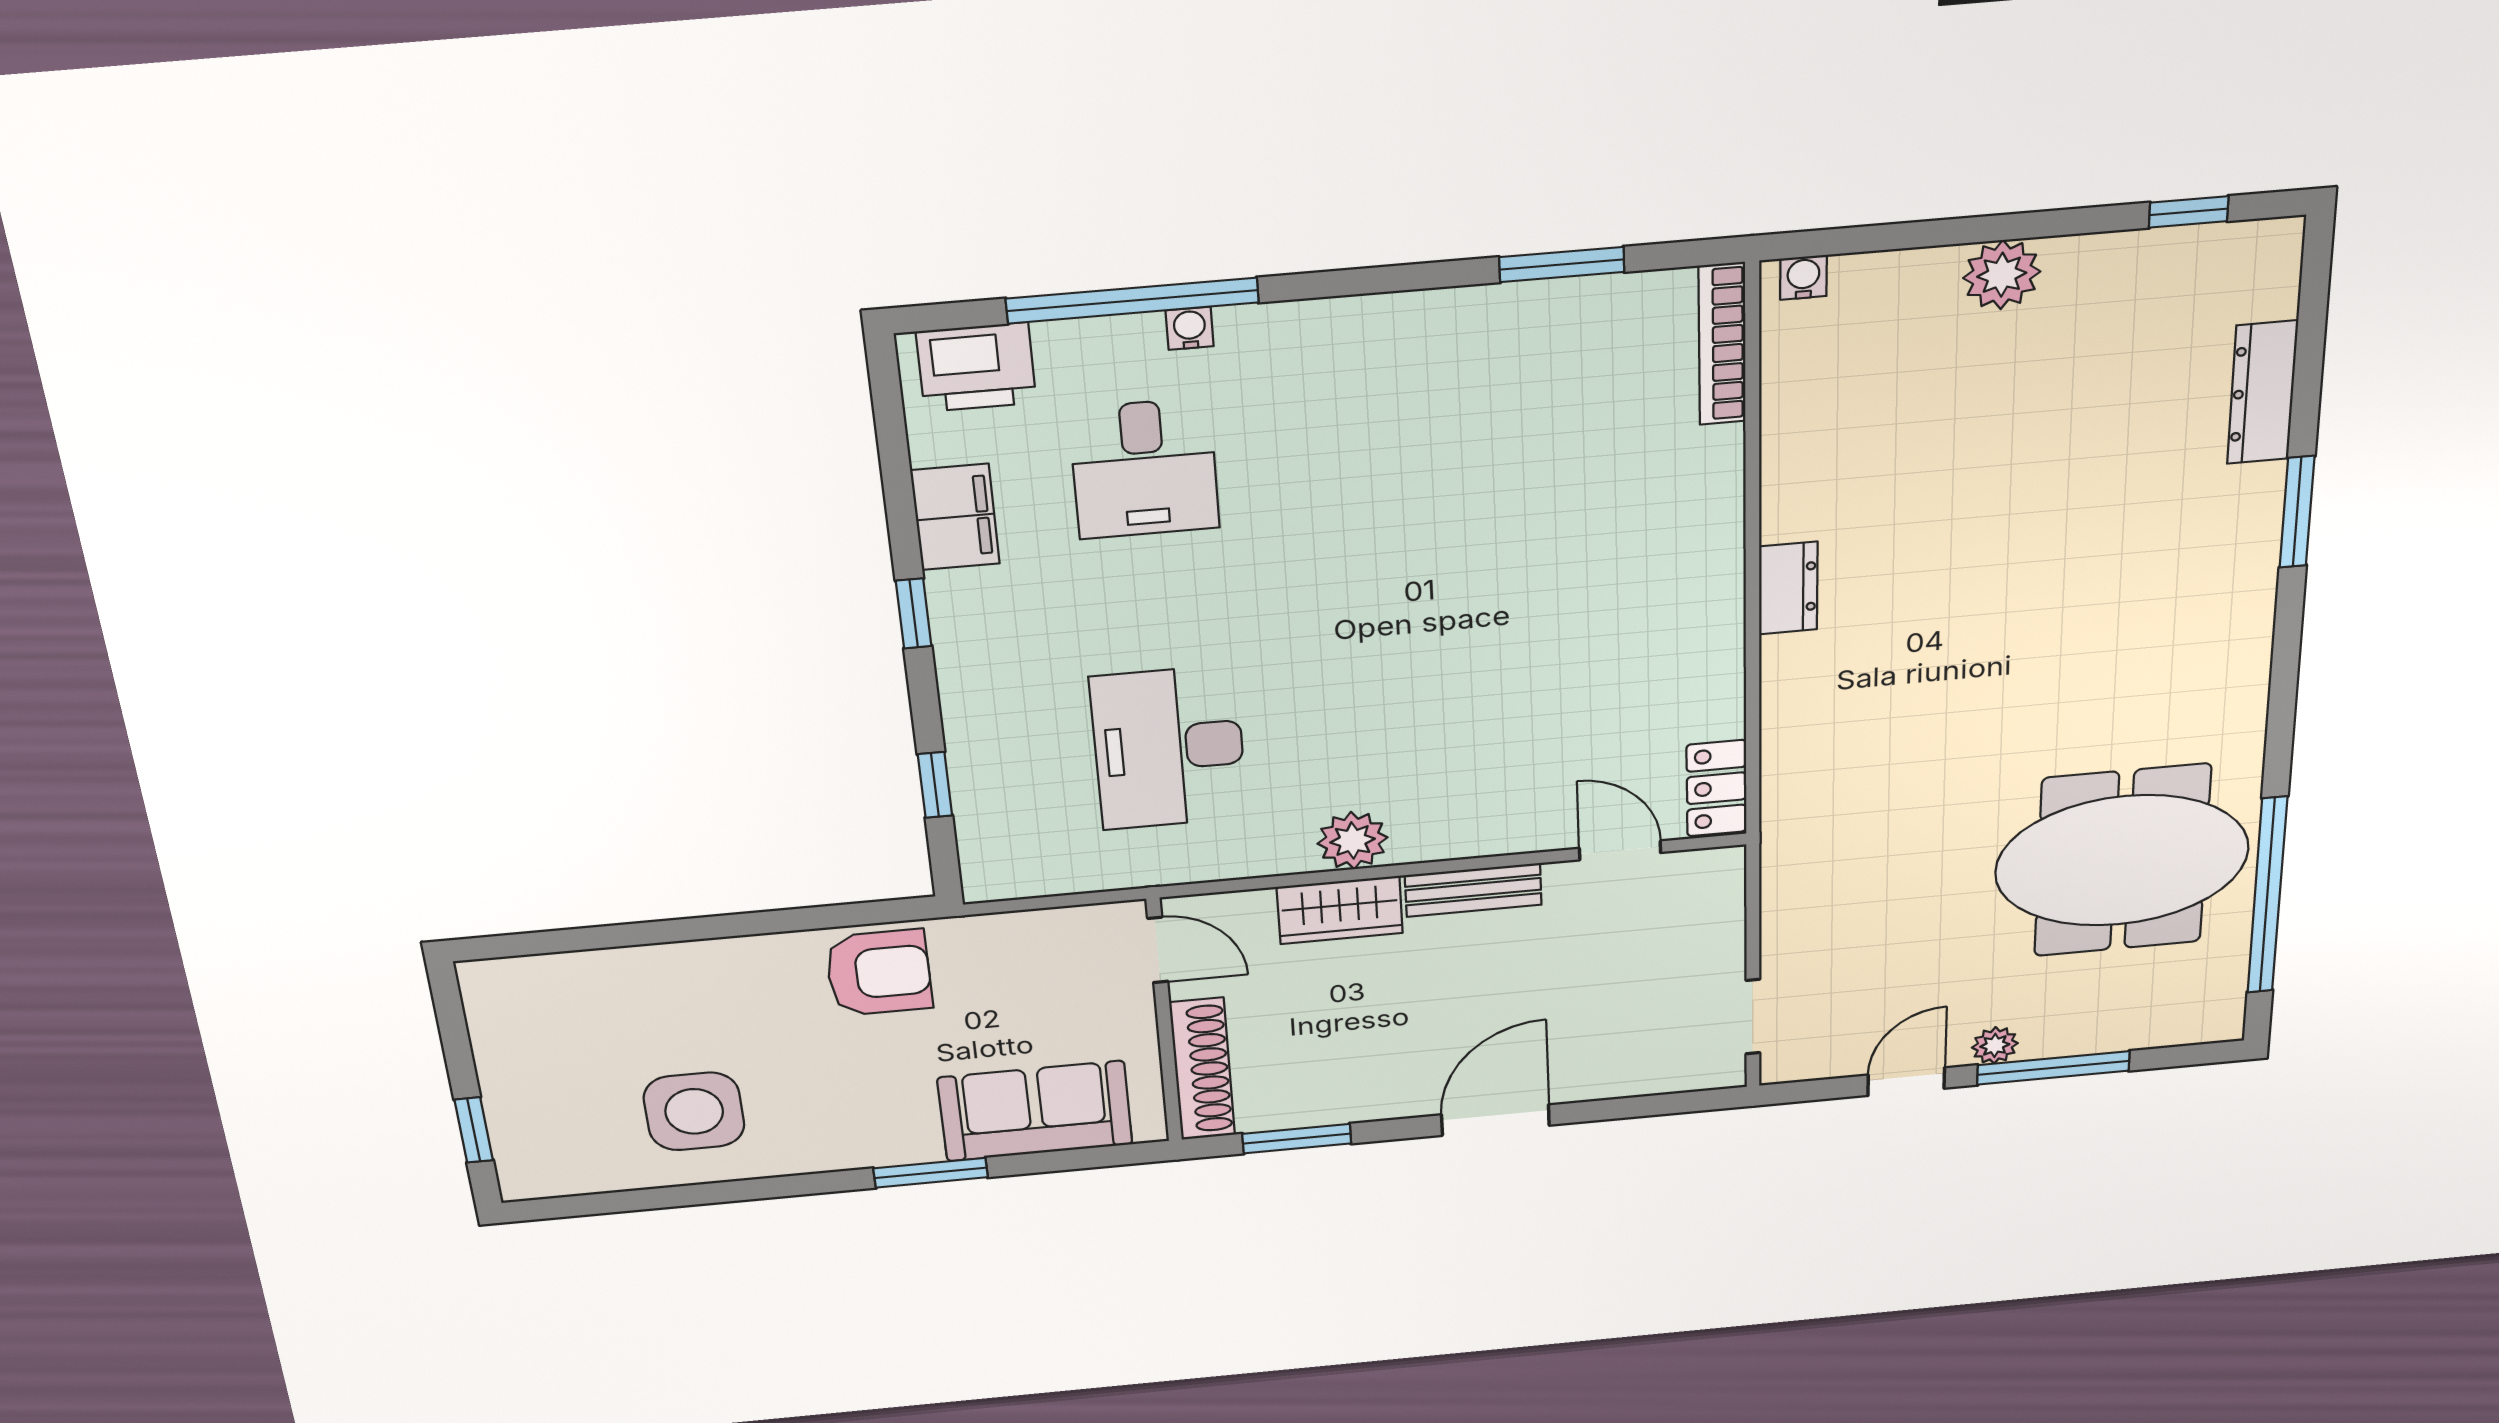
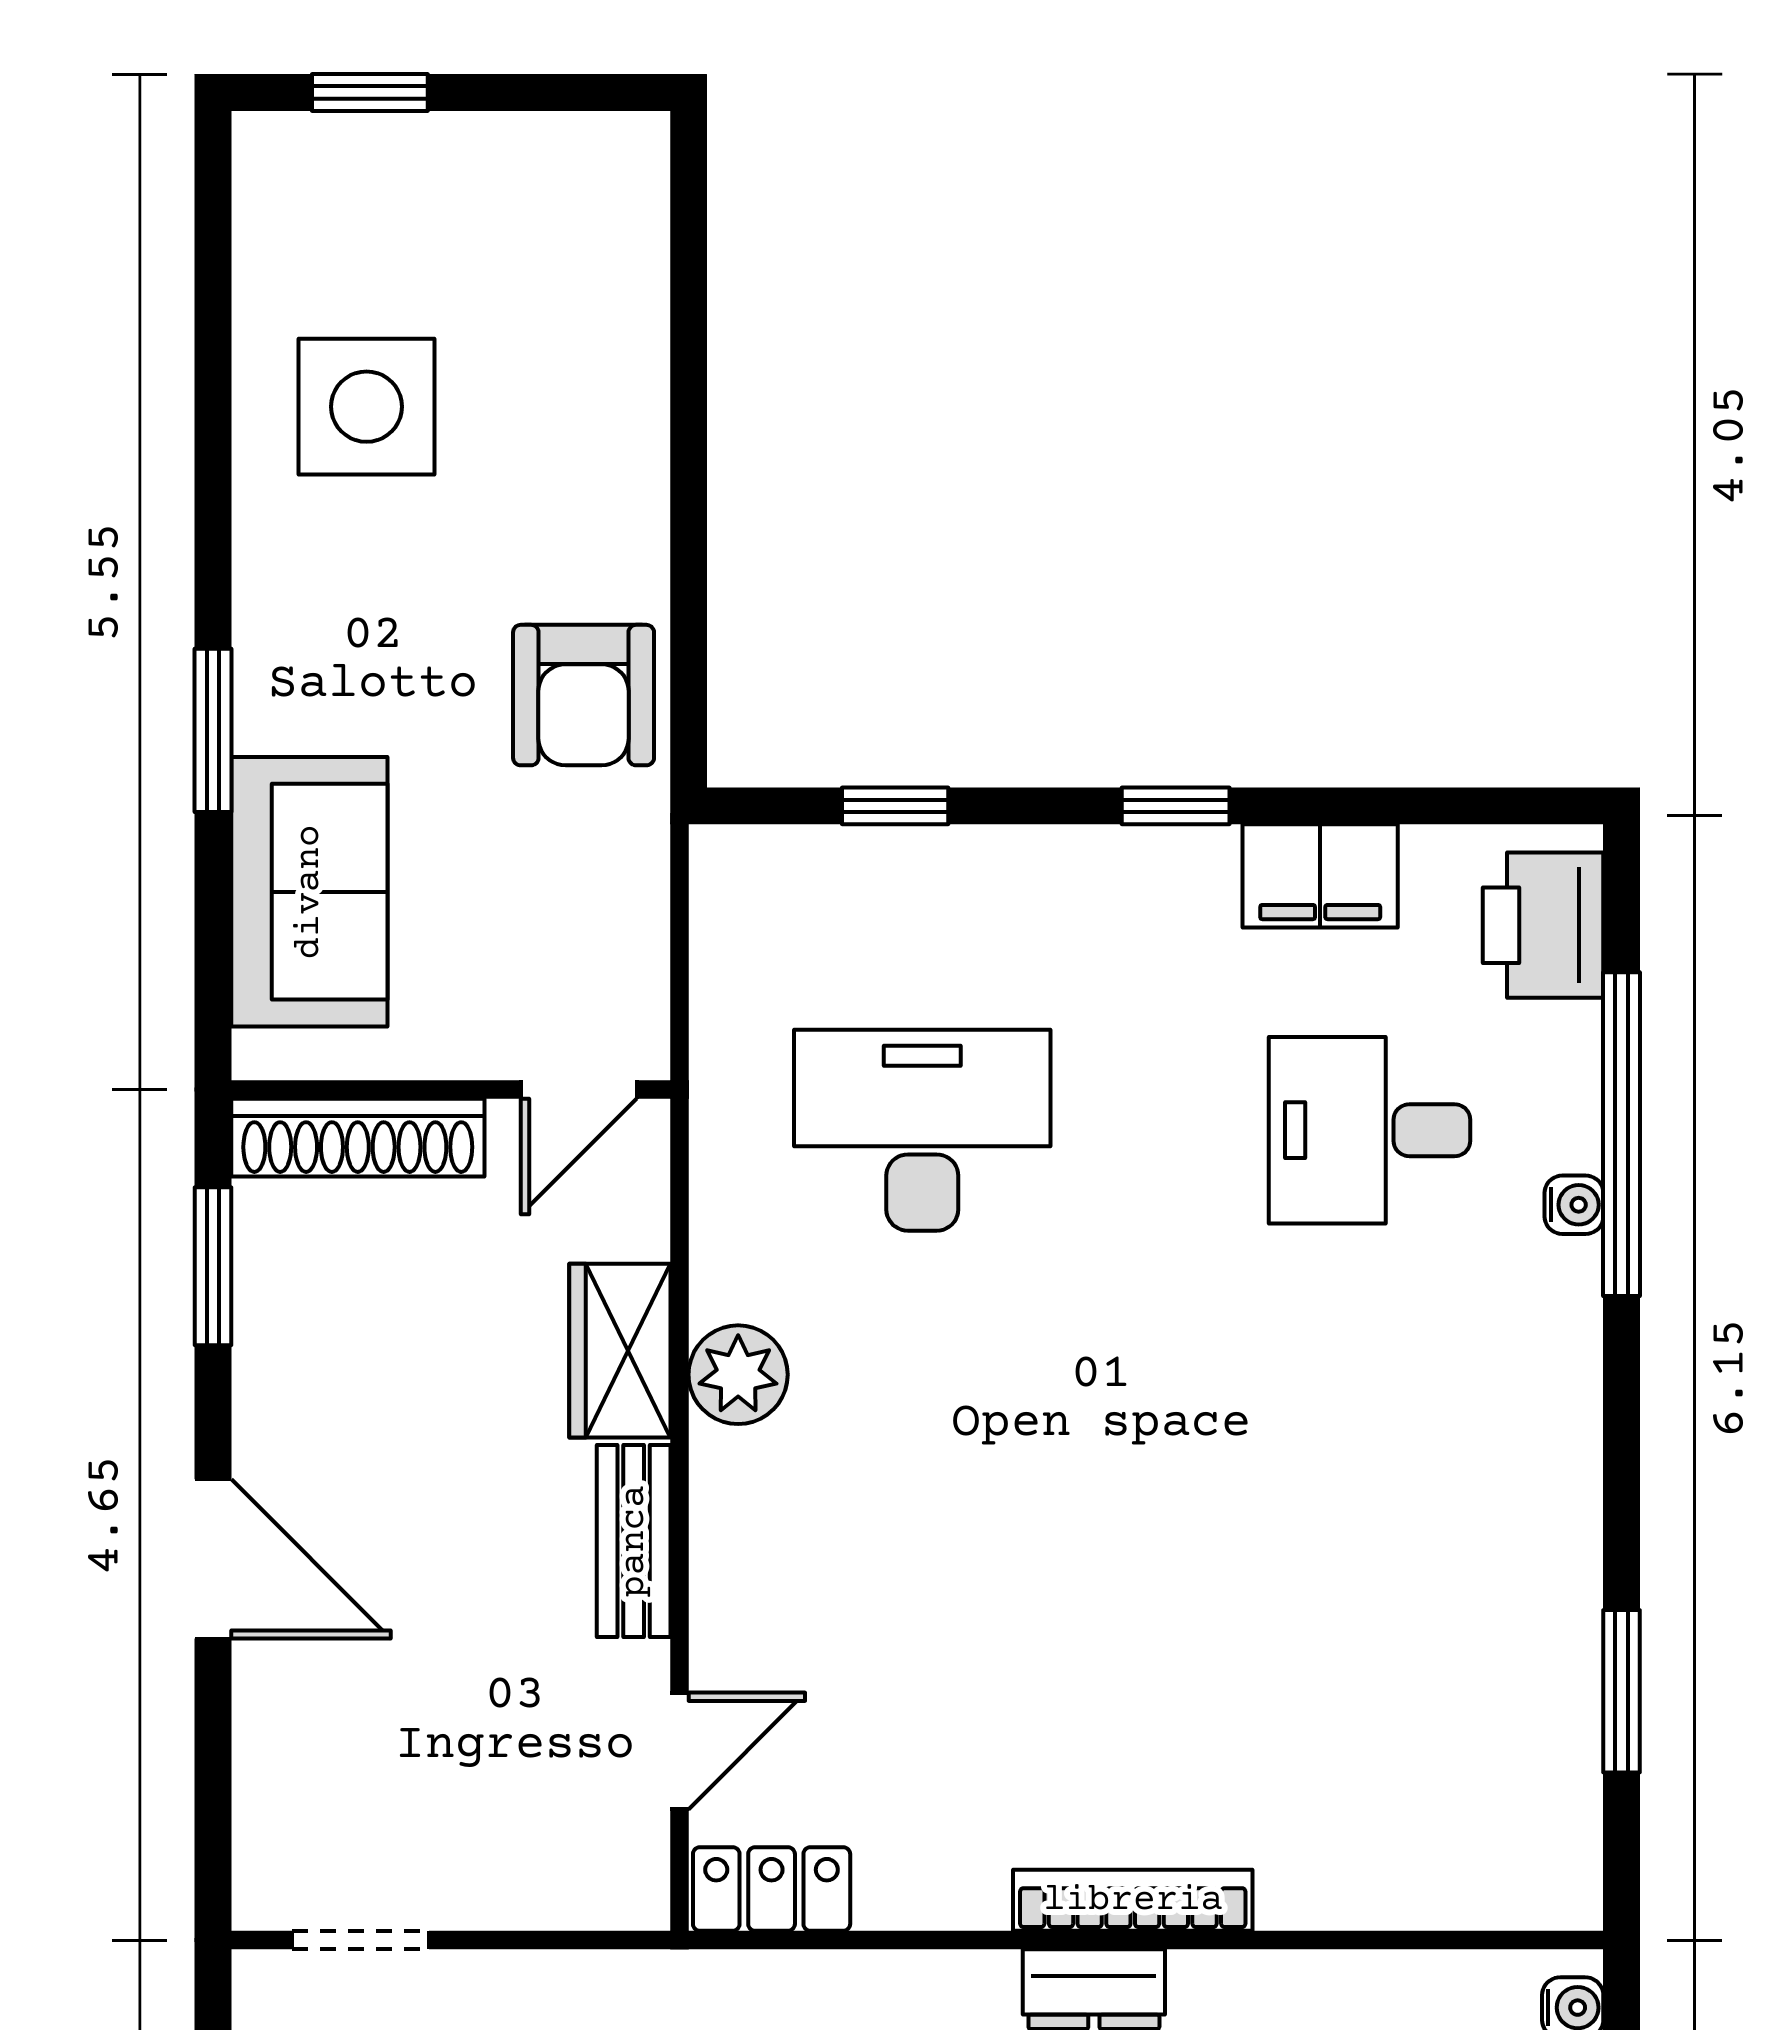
bookcase: (1722, 344) -> (1133, 1900), moved

